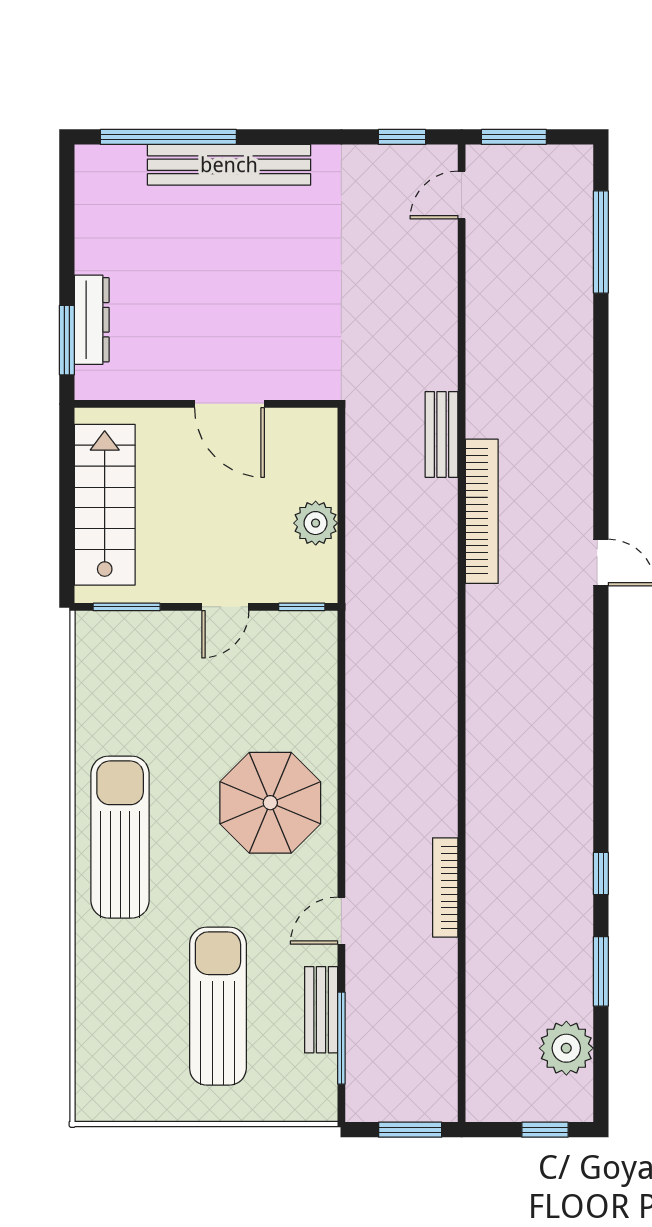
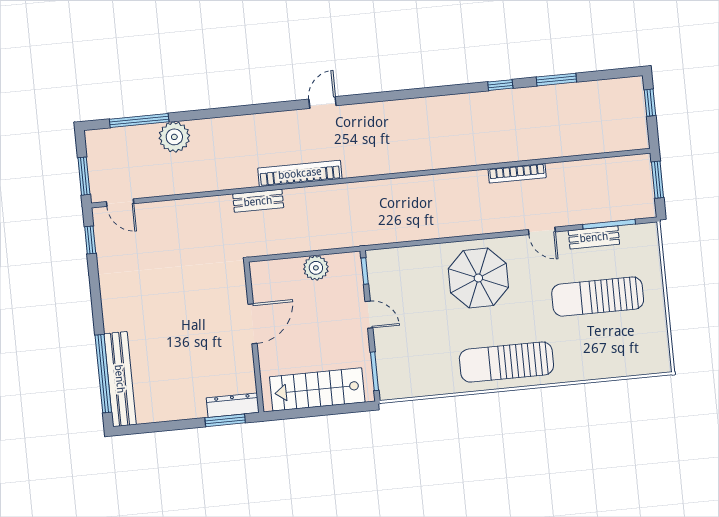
bench: (229, 165) -> (120, 379), moved
dresser: (92, 320) -> (233, 405), moved
plant: (566, 1048) -> (174, 137), moved

